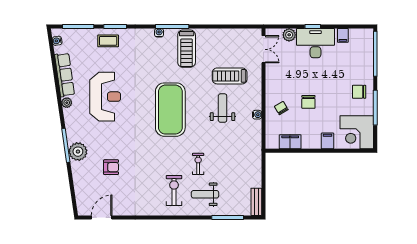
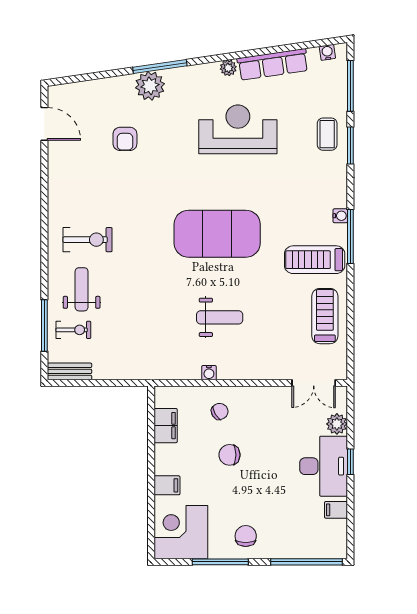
treadmill: (230, 76) -> (325, 316), moved
reception desk: (105, 97) -> (238, 129), turned 180
exercise bike: (198, 164) -> (73, 330), moved

